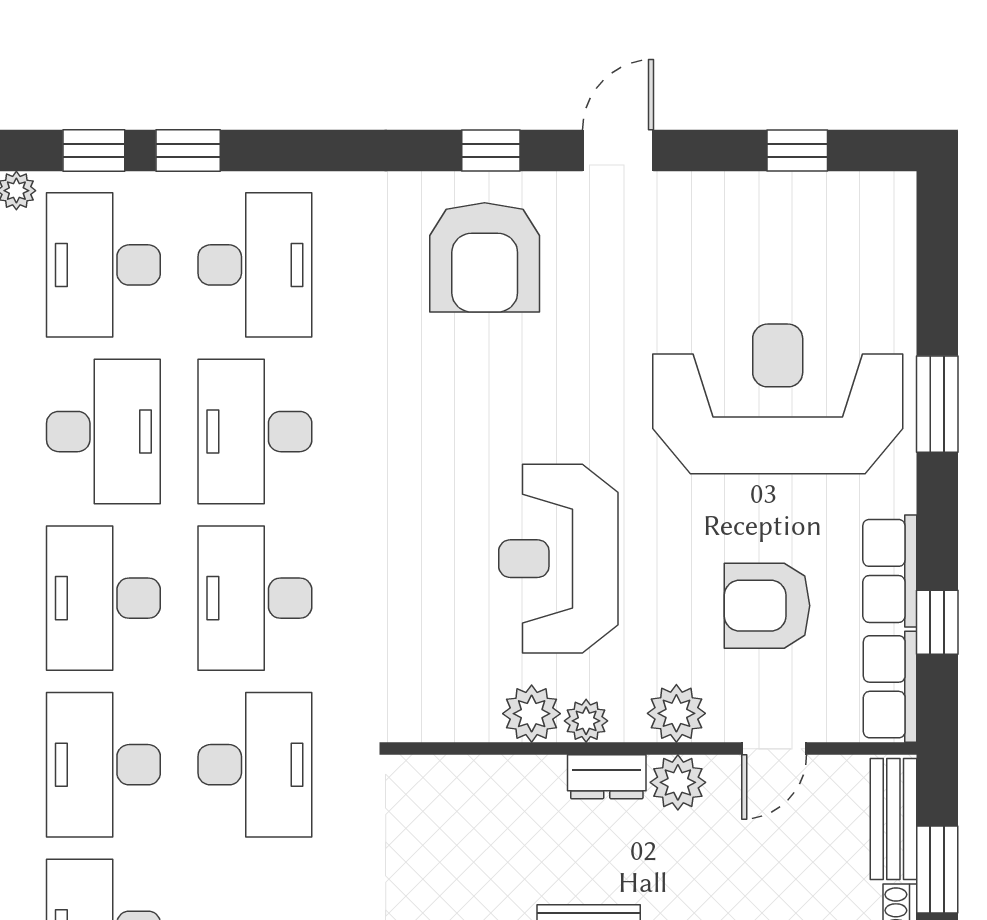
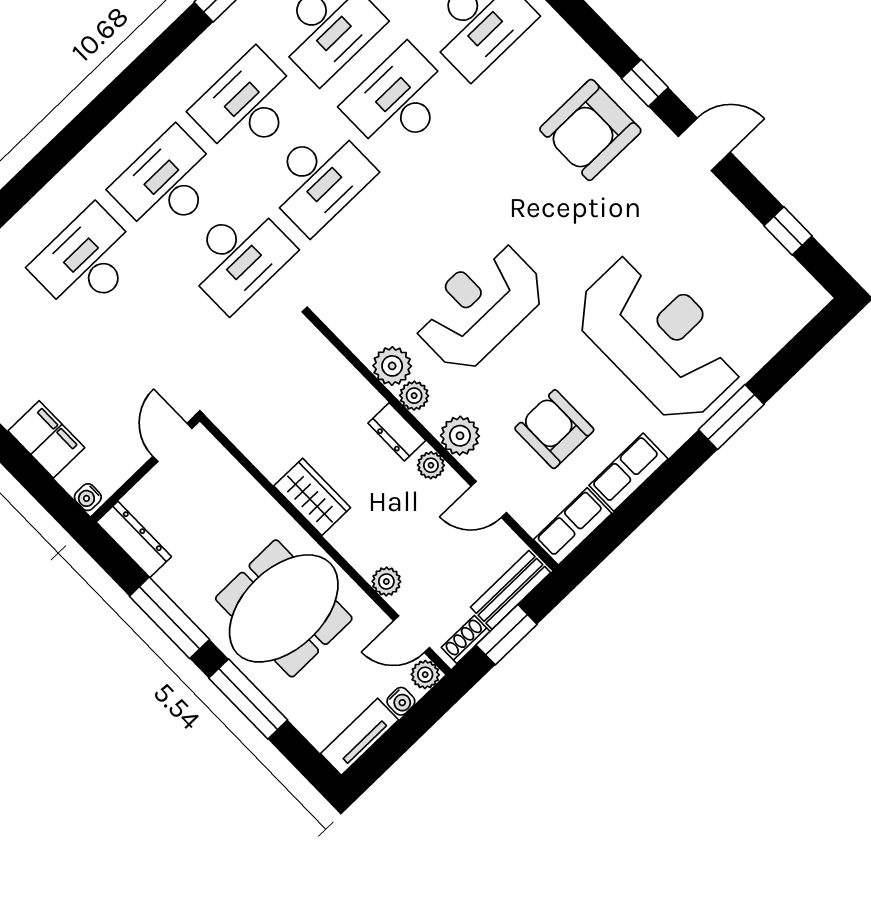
desk: (255, 598) -> (318, 178), turned 180
window: (937, 622) -> (626, 519), removed
plant: (678, 782) -> (431, 465), width x0.73, depth x0.73

